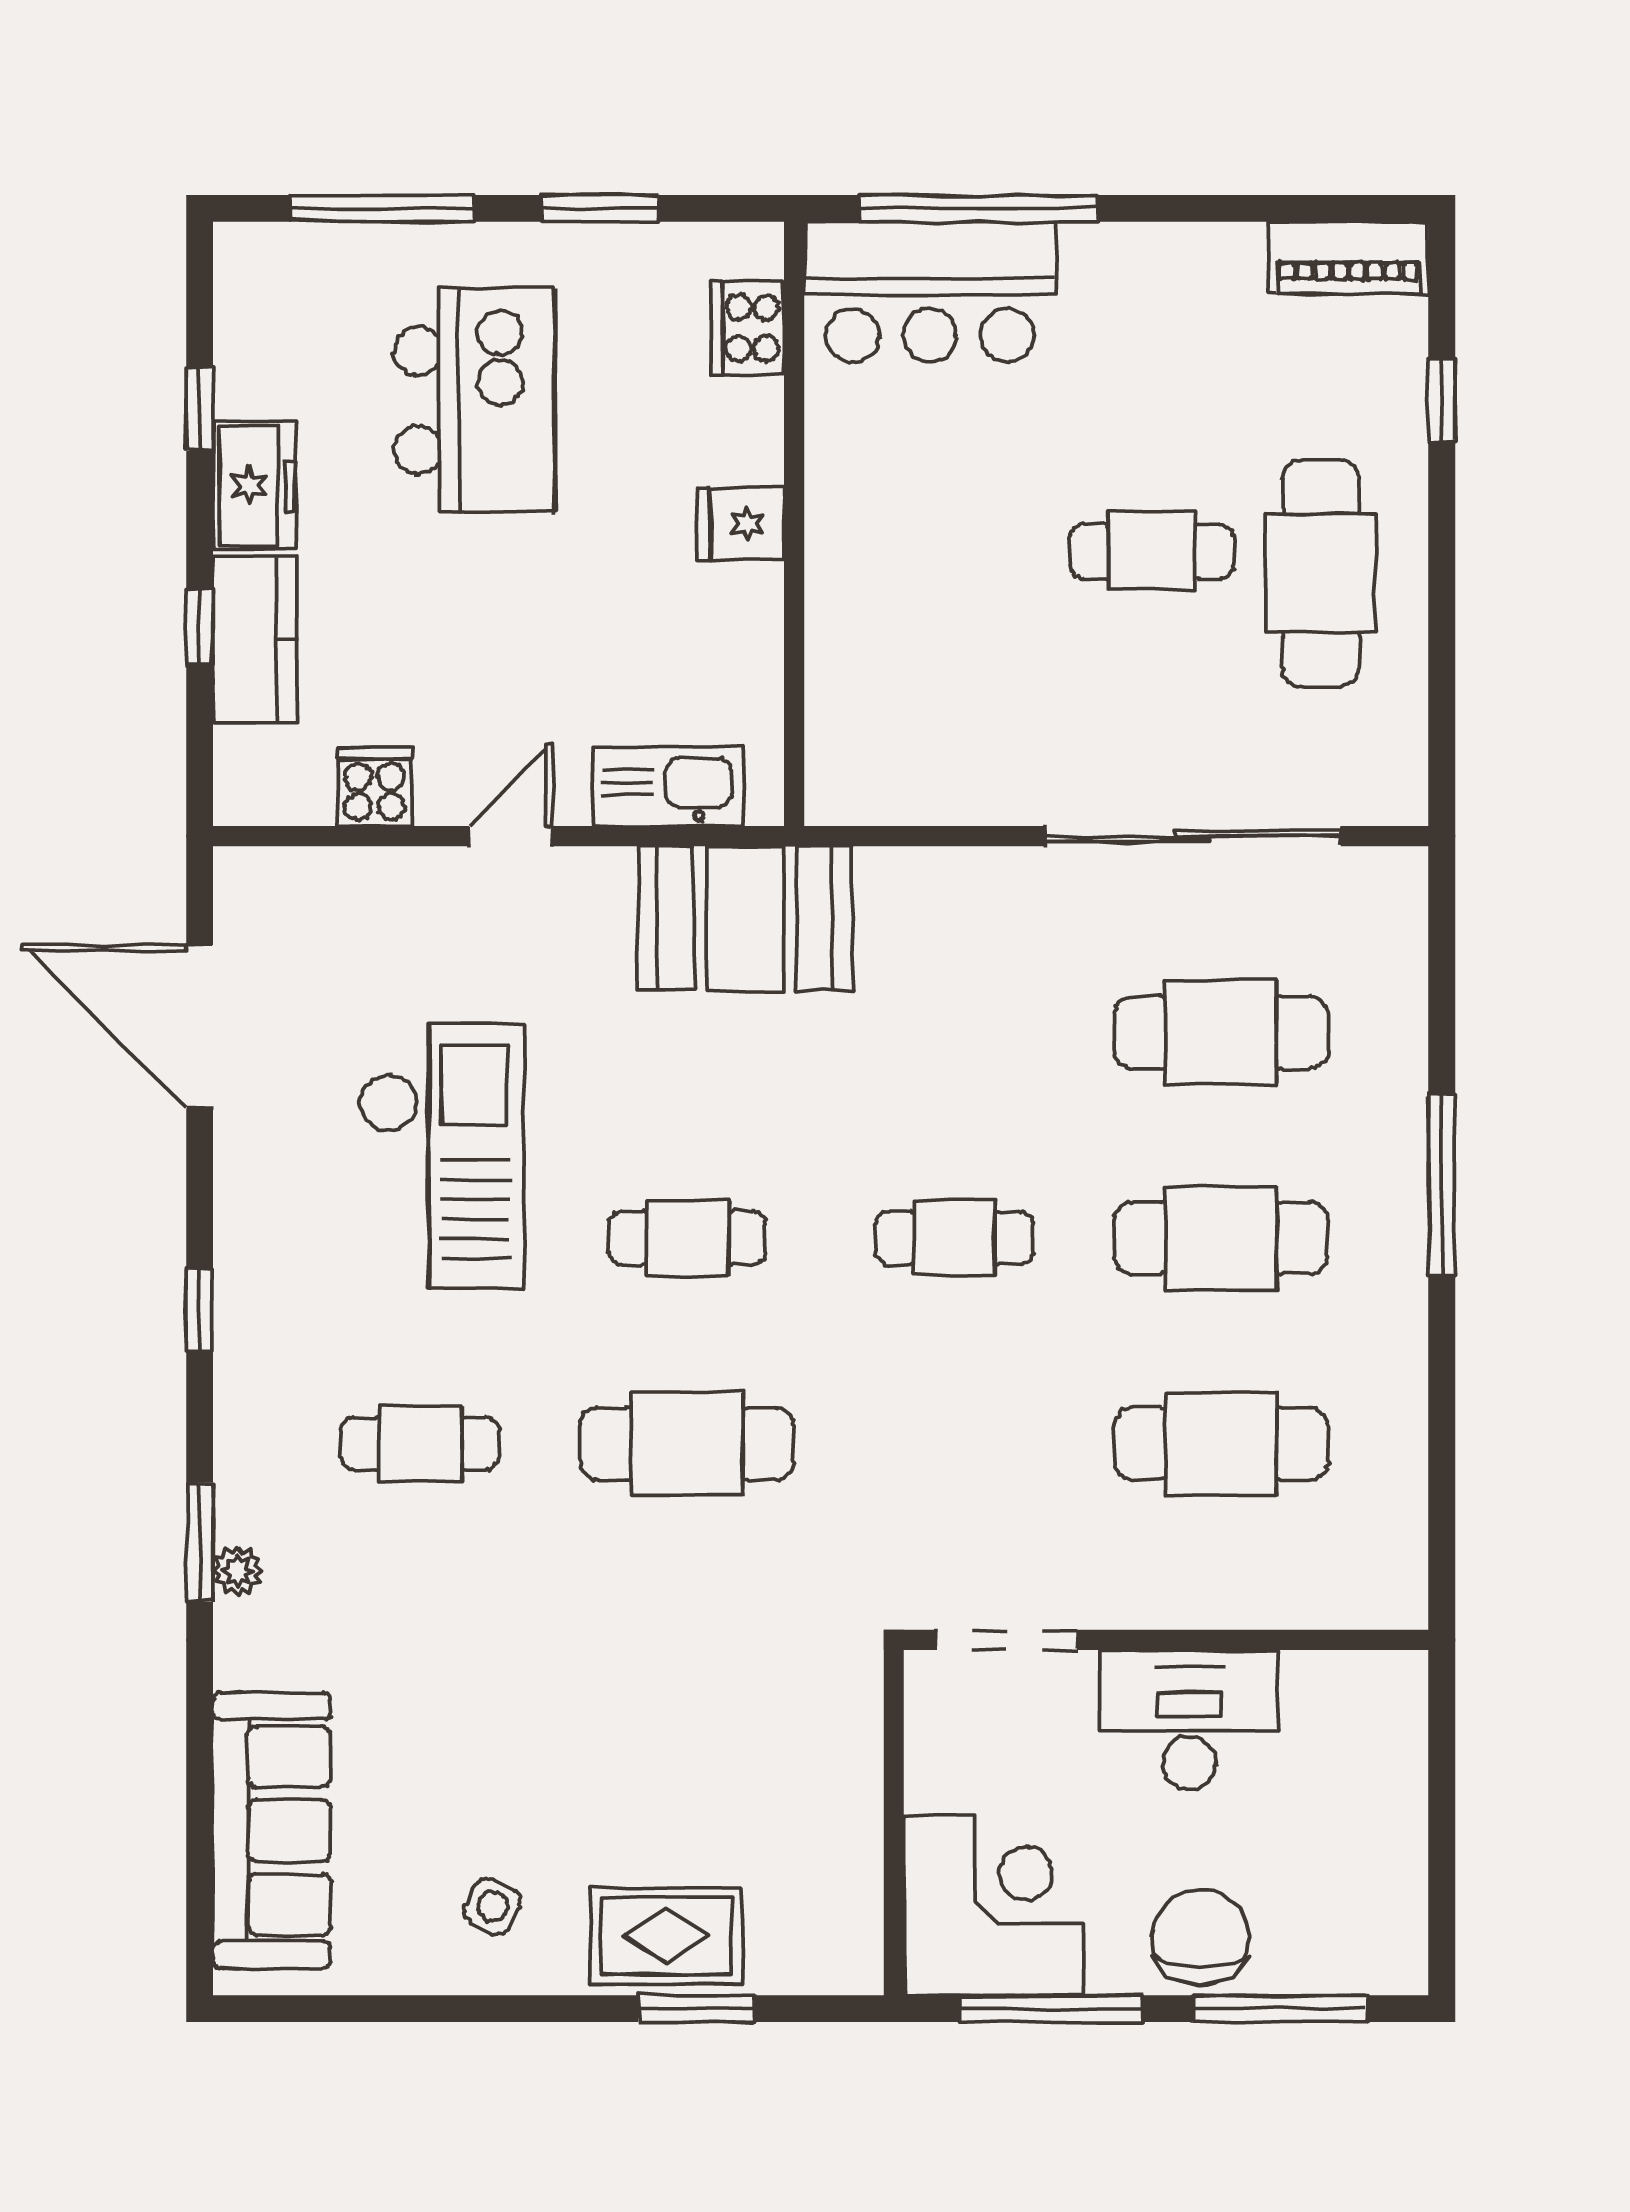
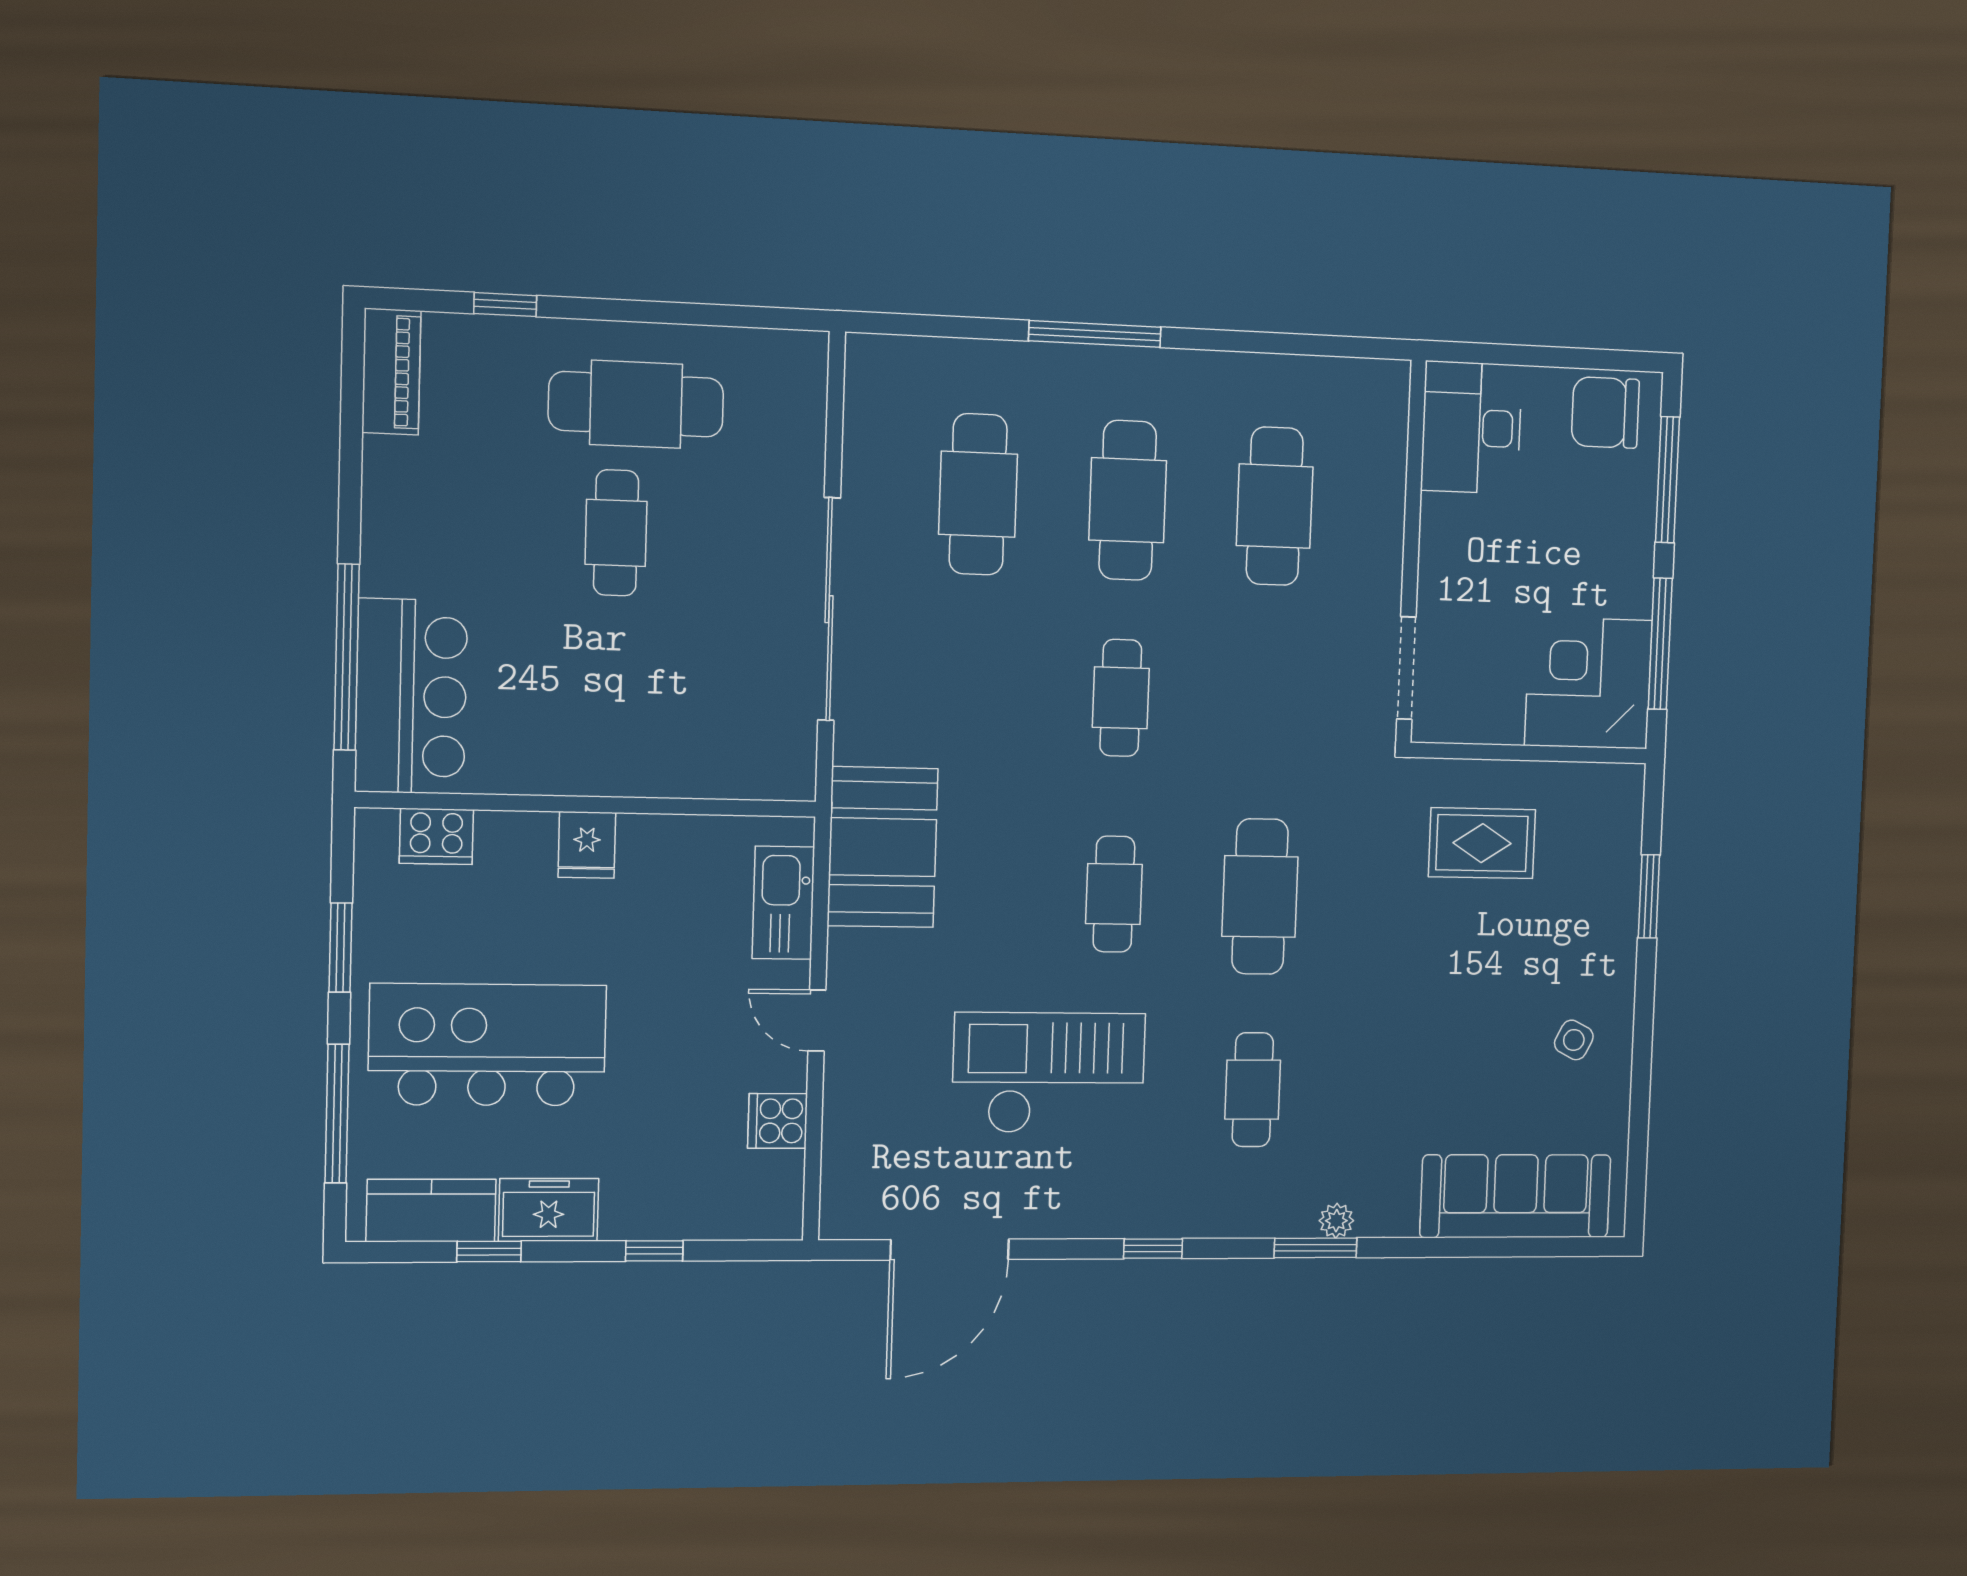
kitchen island: (474, 401) -> (488, 1045), width x1.37
kitchen counter: (254, 639) -> (431, 1210), moved
sliding door: (1193, 836) -> (829, 609), moved
desk: (1189, 1720) -> (1472, 428), moved
rug: (666, 1936) -> (1482, 843), moved, turned 90
chair: (1200, 1937) -> (1605, 413), moved

